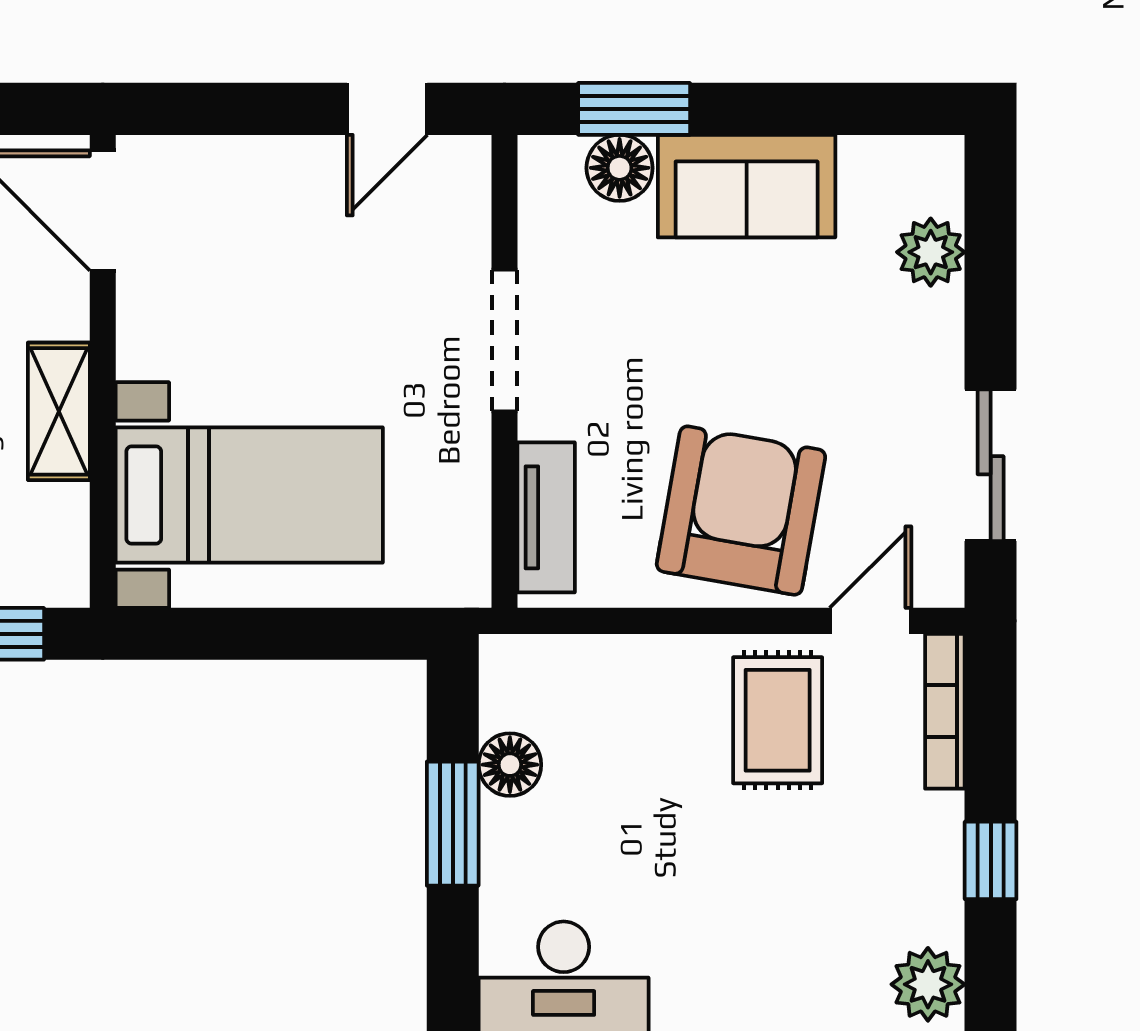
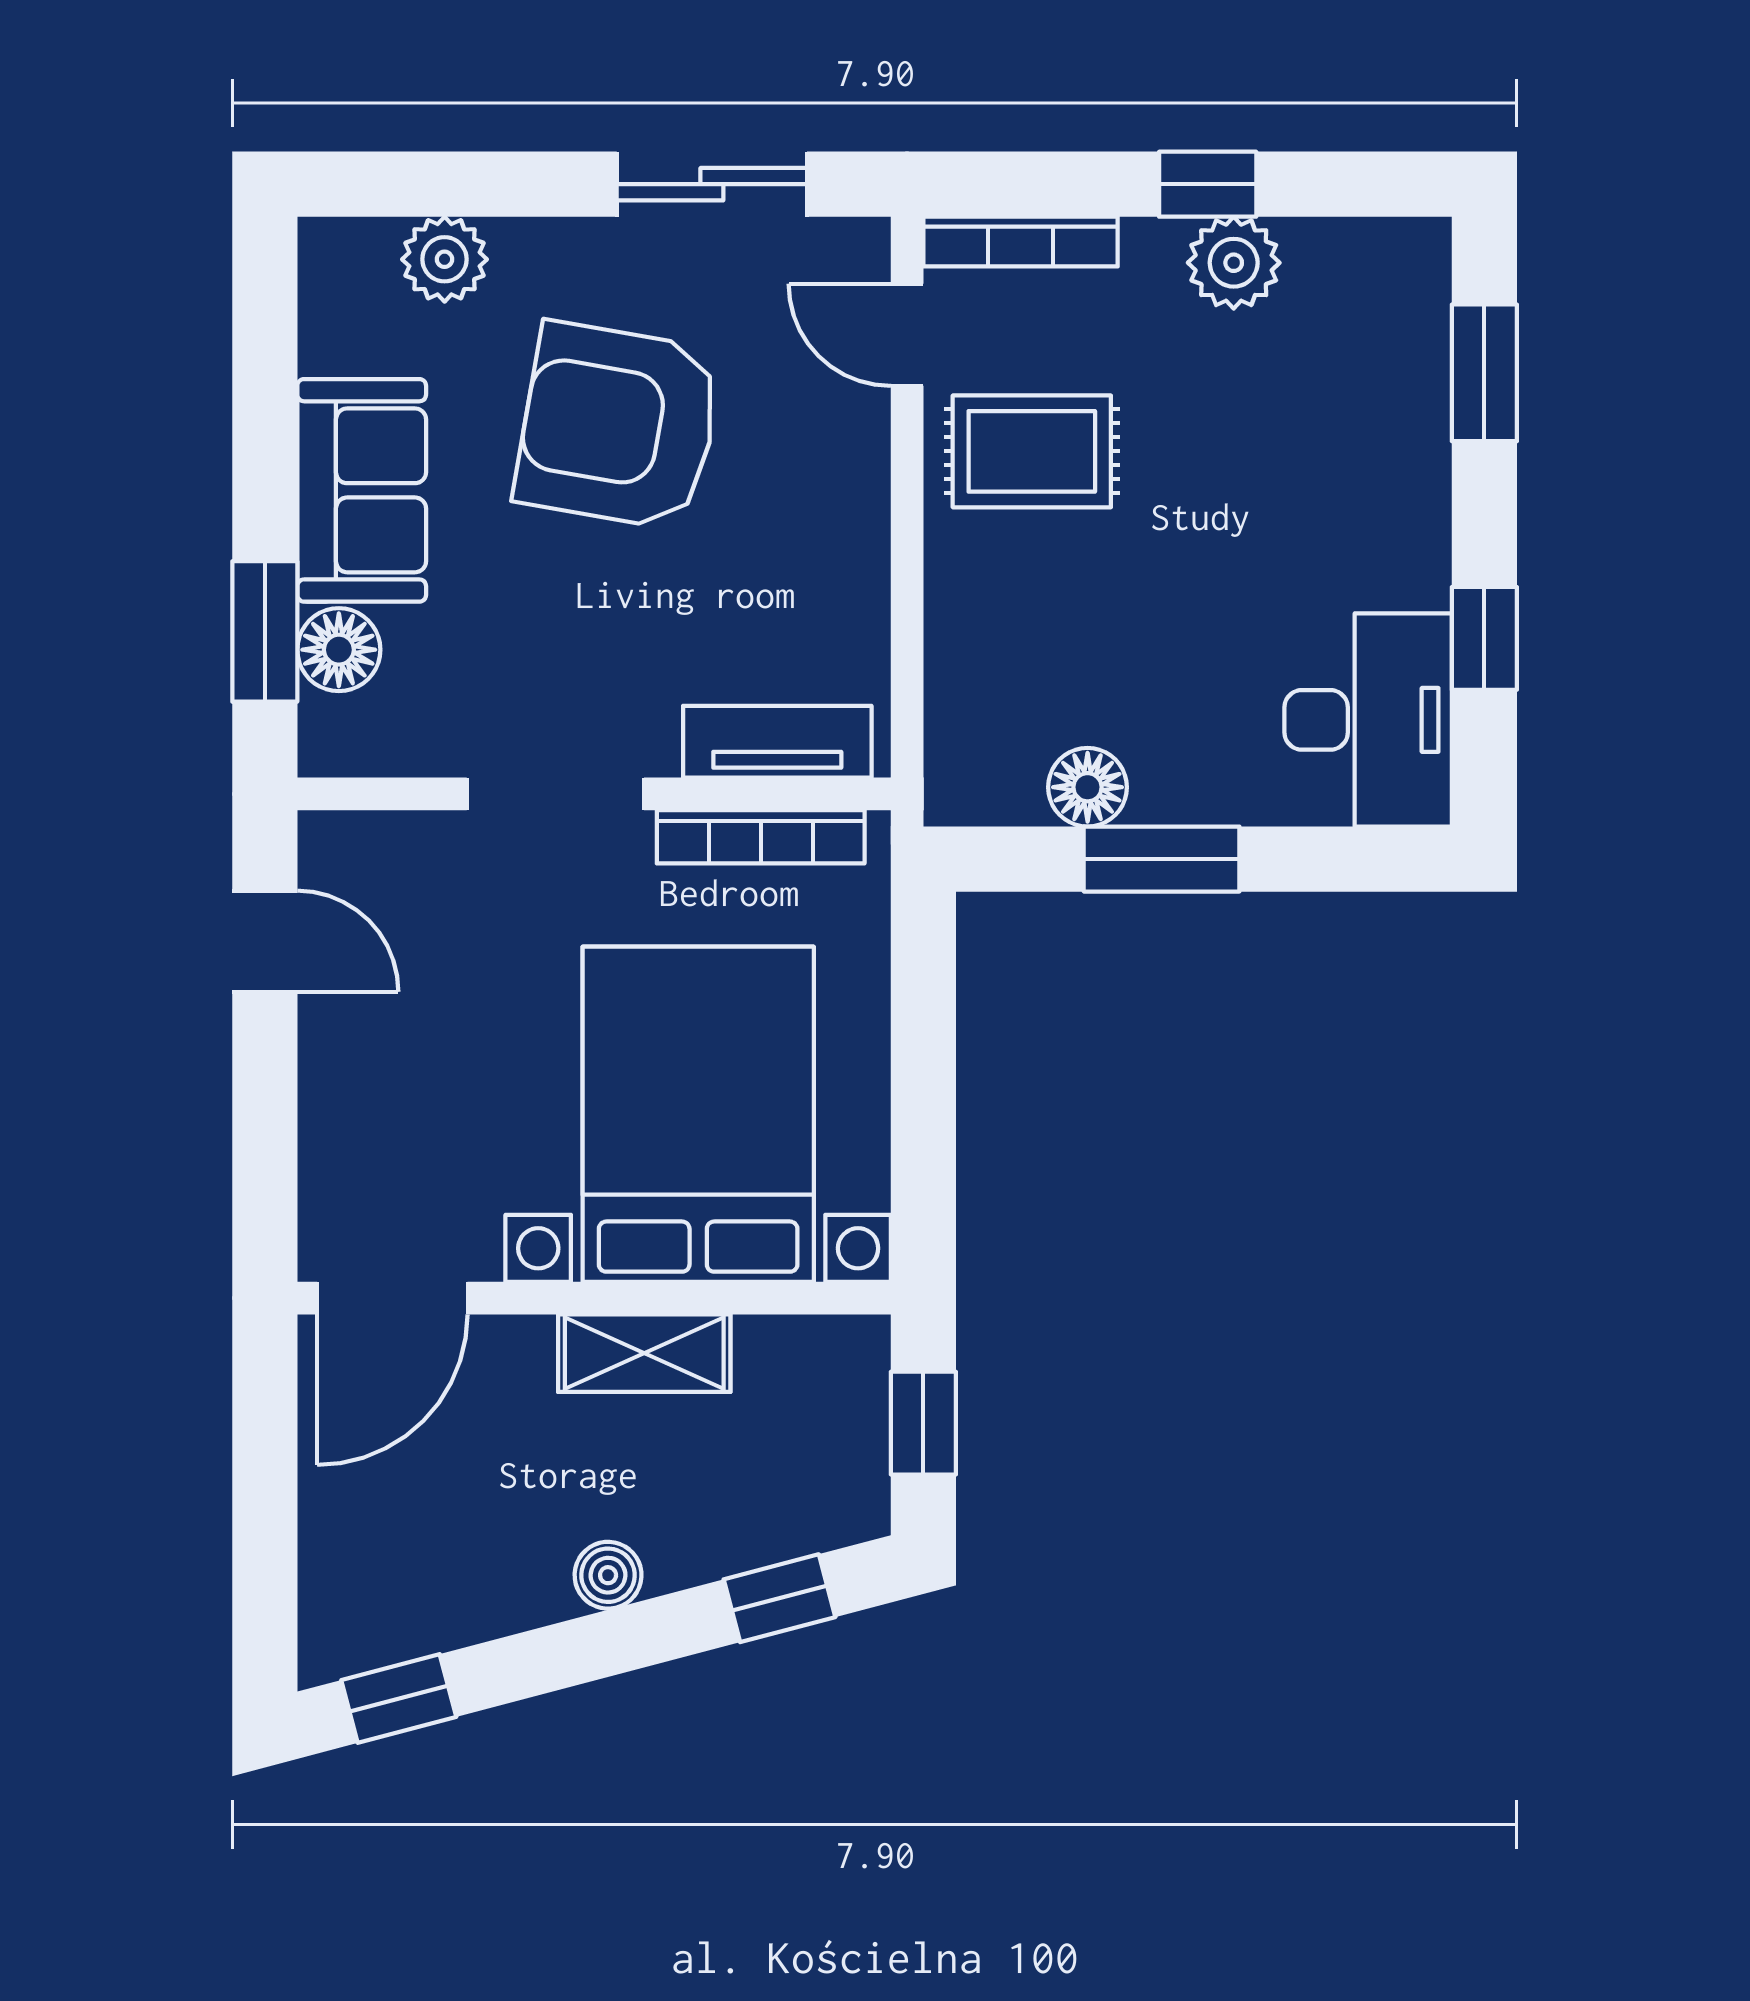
bed with nightstands: (249, 495) -> (698, 1114), width x1.36
bookcase: (470, 504) -> (761, 837), added
armchair: (741, 511) -> (618, 426), moved
plant: (928, 984) -> (1234, 263), moved

